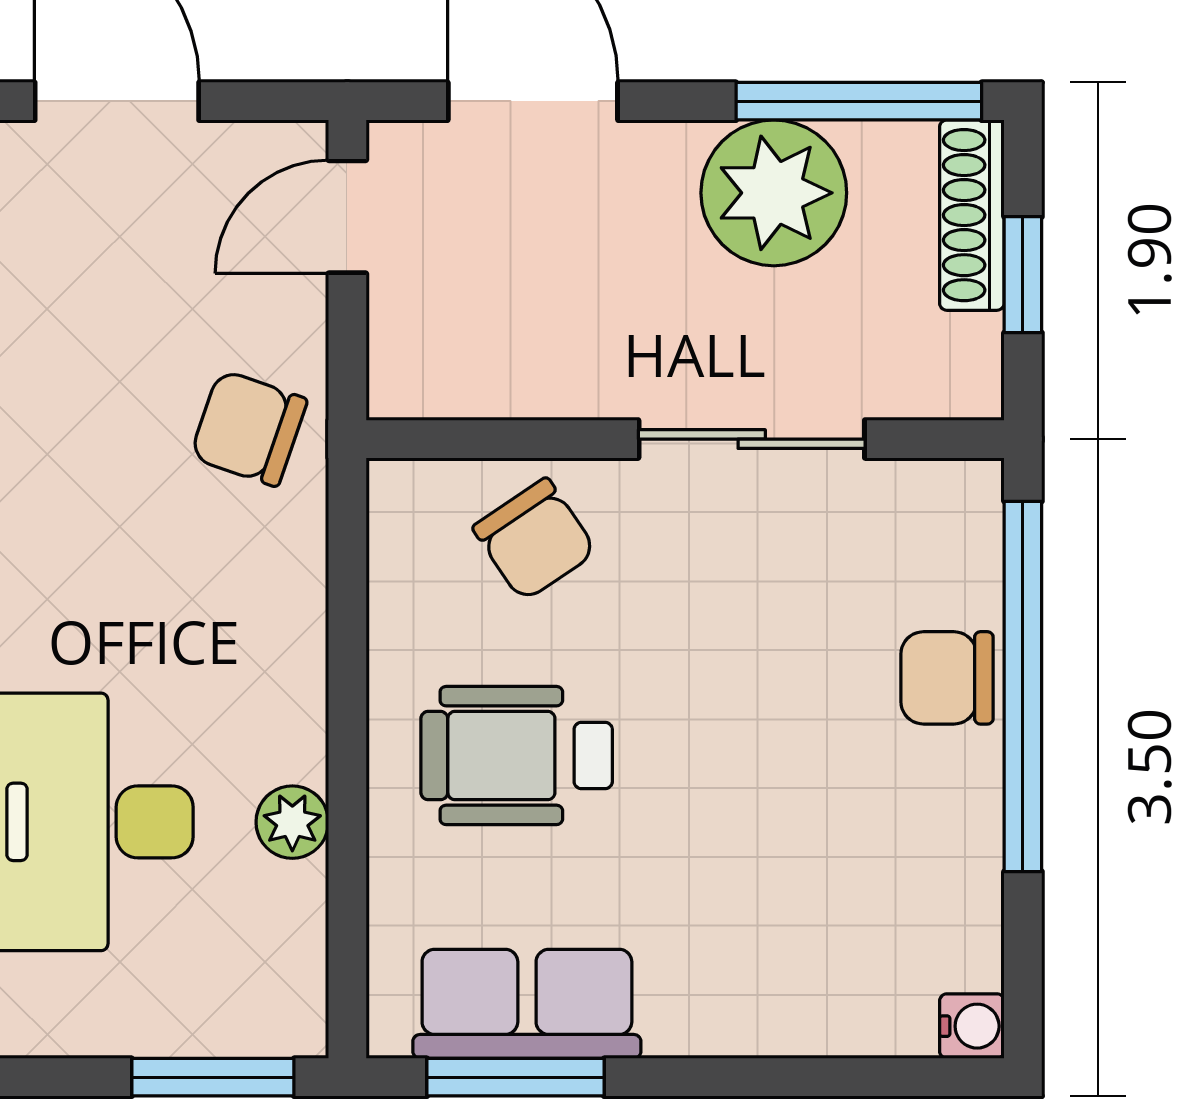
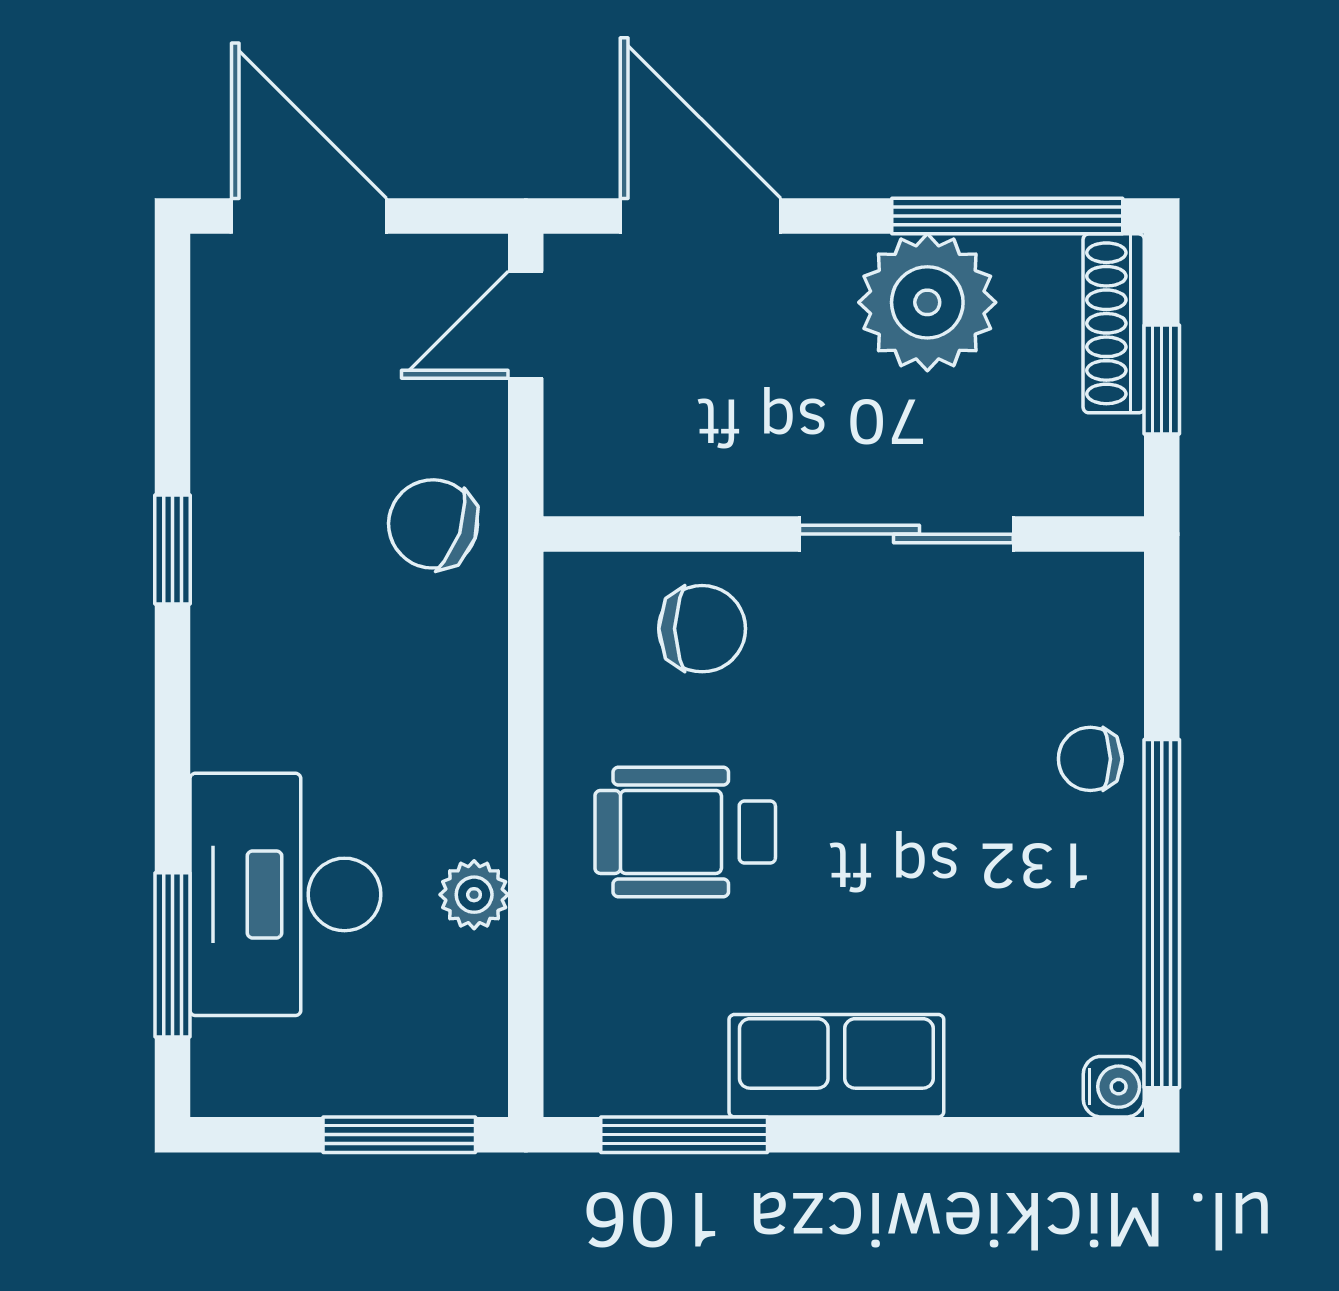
chair: (535, 540) -> (702, 629), turned -56
chair: (947, 678) -> (1090, 759), width x0.73, depth x0.73
window: (1023, 686) -> (1162, 914), moved
row of seats: (527, 1004) -> (836, 1066), moved

